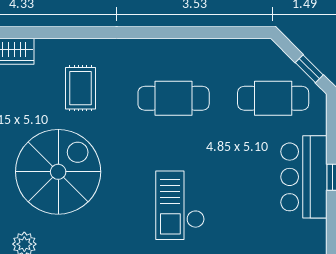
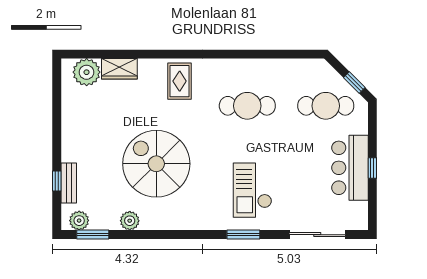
rug: (80, 88) -> (180, 81), moved
spiral stairs: (58, 172) -> (156, 164), turned -90

